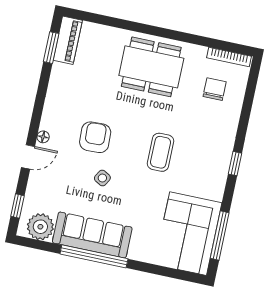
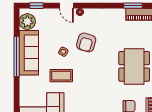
armchair: (95, 137) -> (86, 42), turned 108
coffee table: (161, 152) -> (61, 76), moved

